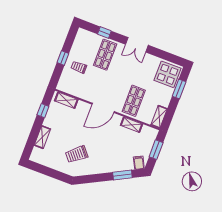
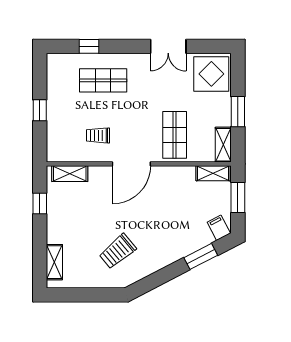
double door: (137, 45) -> (168, 46), moved
shop shelf: (105, 55) -> (103, 80), turned 90
trolley: (79, 67) -> (98, 135), moved
window: (179, 89) -> (238, 112), moved
shelving: (132, 125) -> (213, 173), moved
shelving: (42, 137) -> (54, 262), moved

